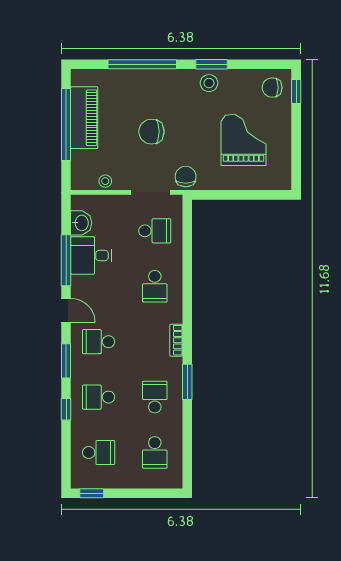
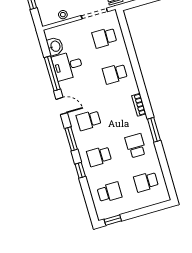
school desk: (155, 231) -> (104, 38), turned 180
school desk: (155, 286) -> (115, 74), turned 90
school desk: (155, 453) -> (146, 182), turned 90

